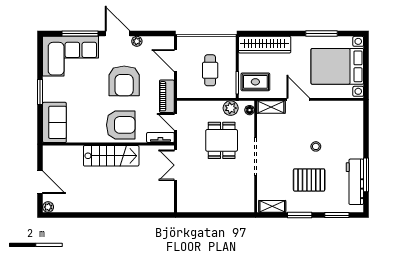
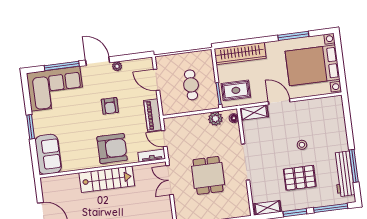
armchair: (124, 81) -> (110, 106), width x0.53, depth x0.53
dining table: (222, 140) -> (208, 175), moved
window: (337, 215) -> (331, 208), width x1.44

